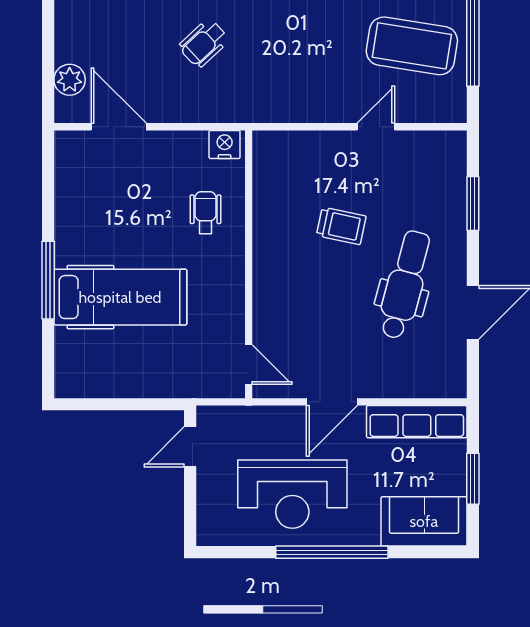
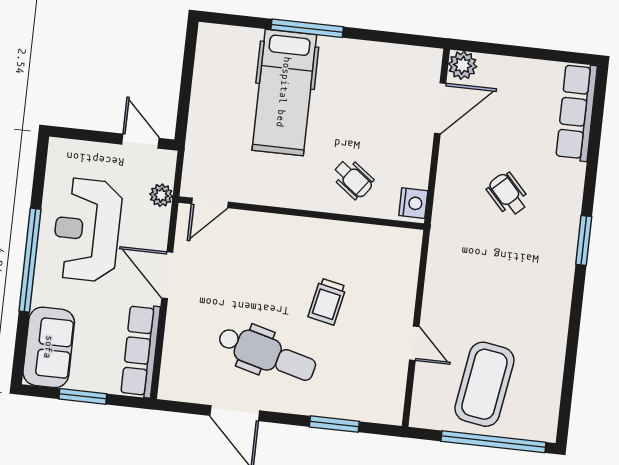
plant: (70, 80) -> (463, 65), moved
wheelchair: (205, 213) -> (353, 179), turned 37
plant: (246, 418) -> (161, 195), added

